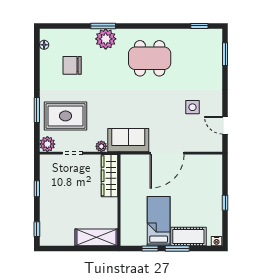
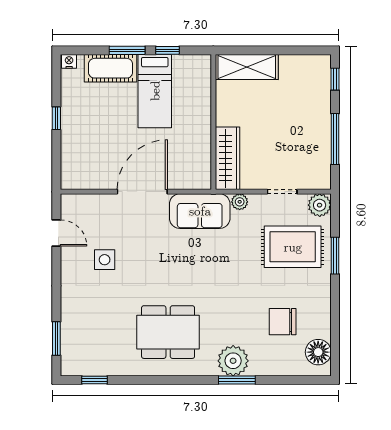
floor lamp: (44, 45) -> (318, 352), width x1.89, depth x1.89
chair: (72, 65) -> (283, 322), turned 180
window: (37, 189) -> (335, 139), width x2.17

